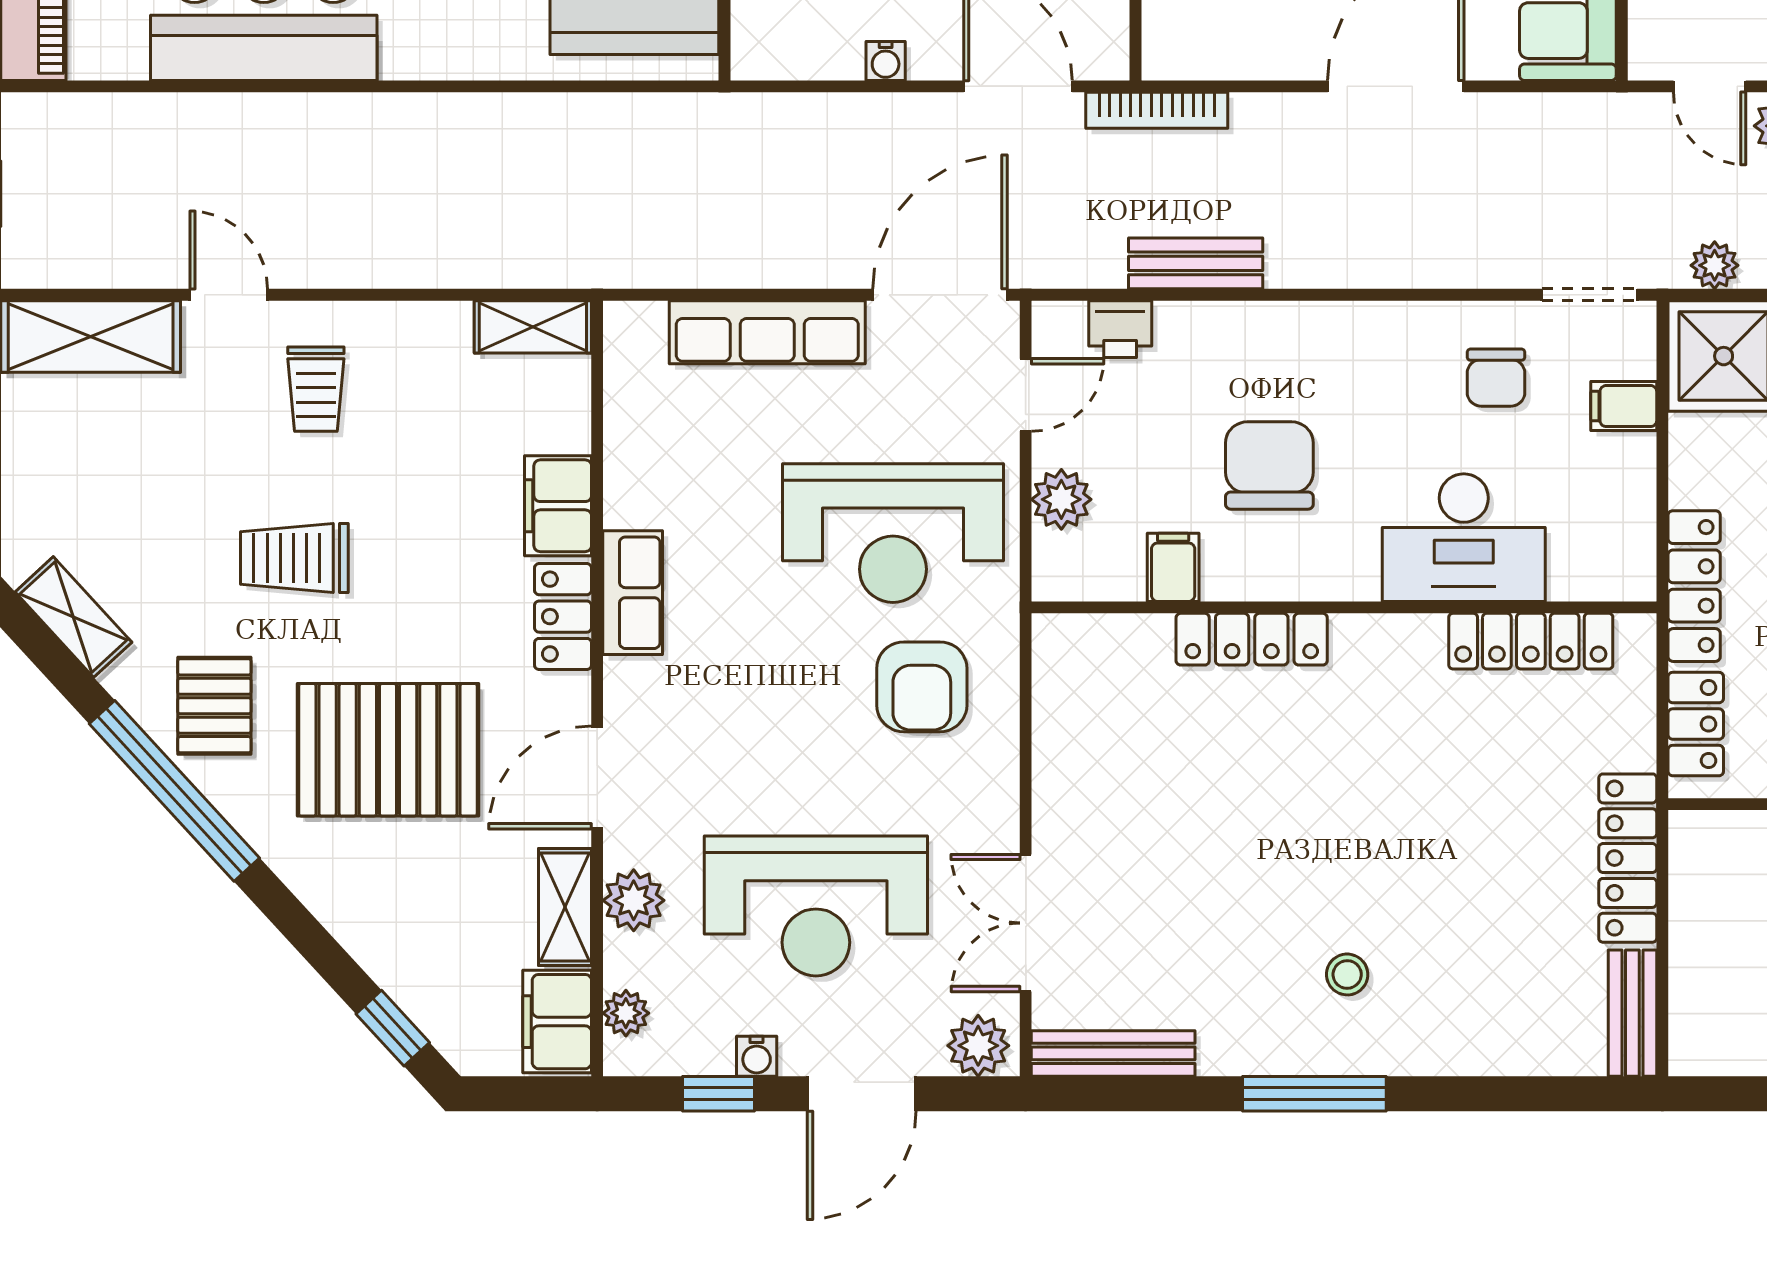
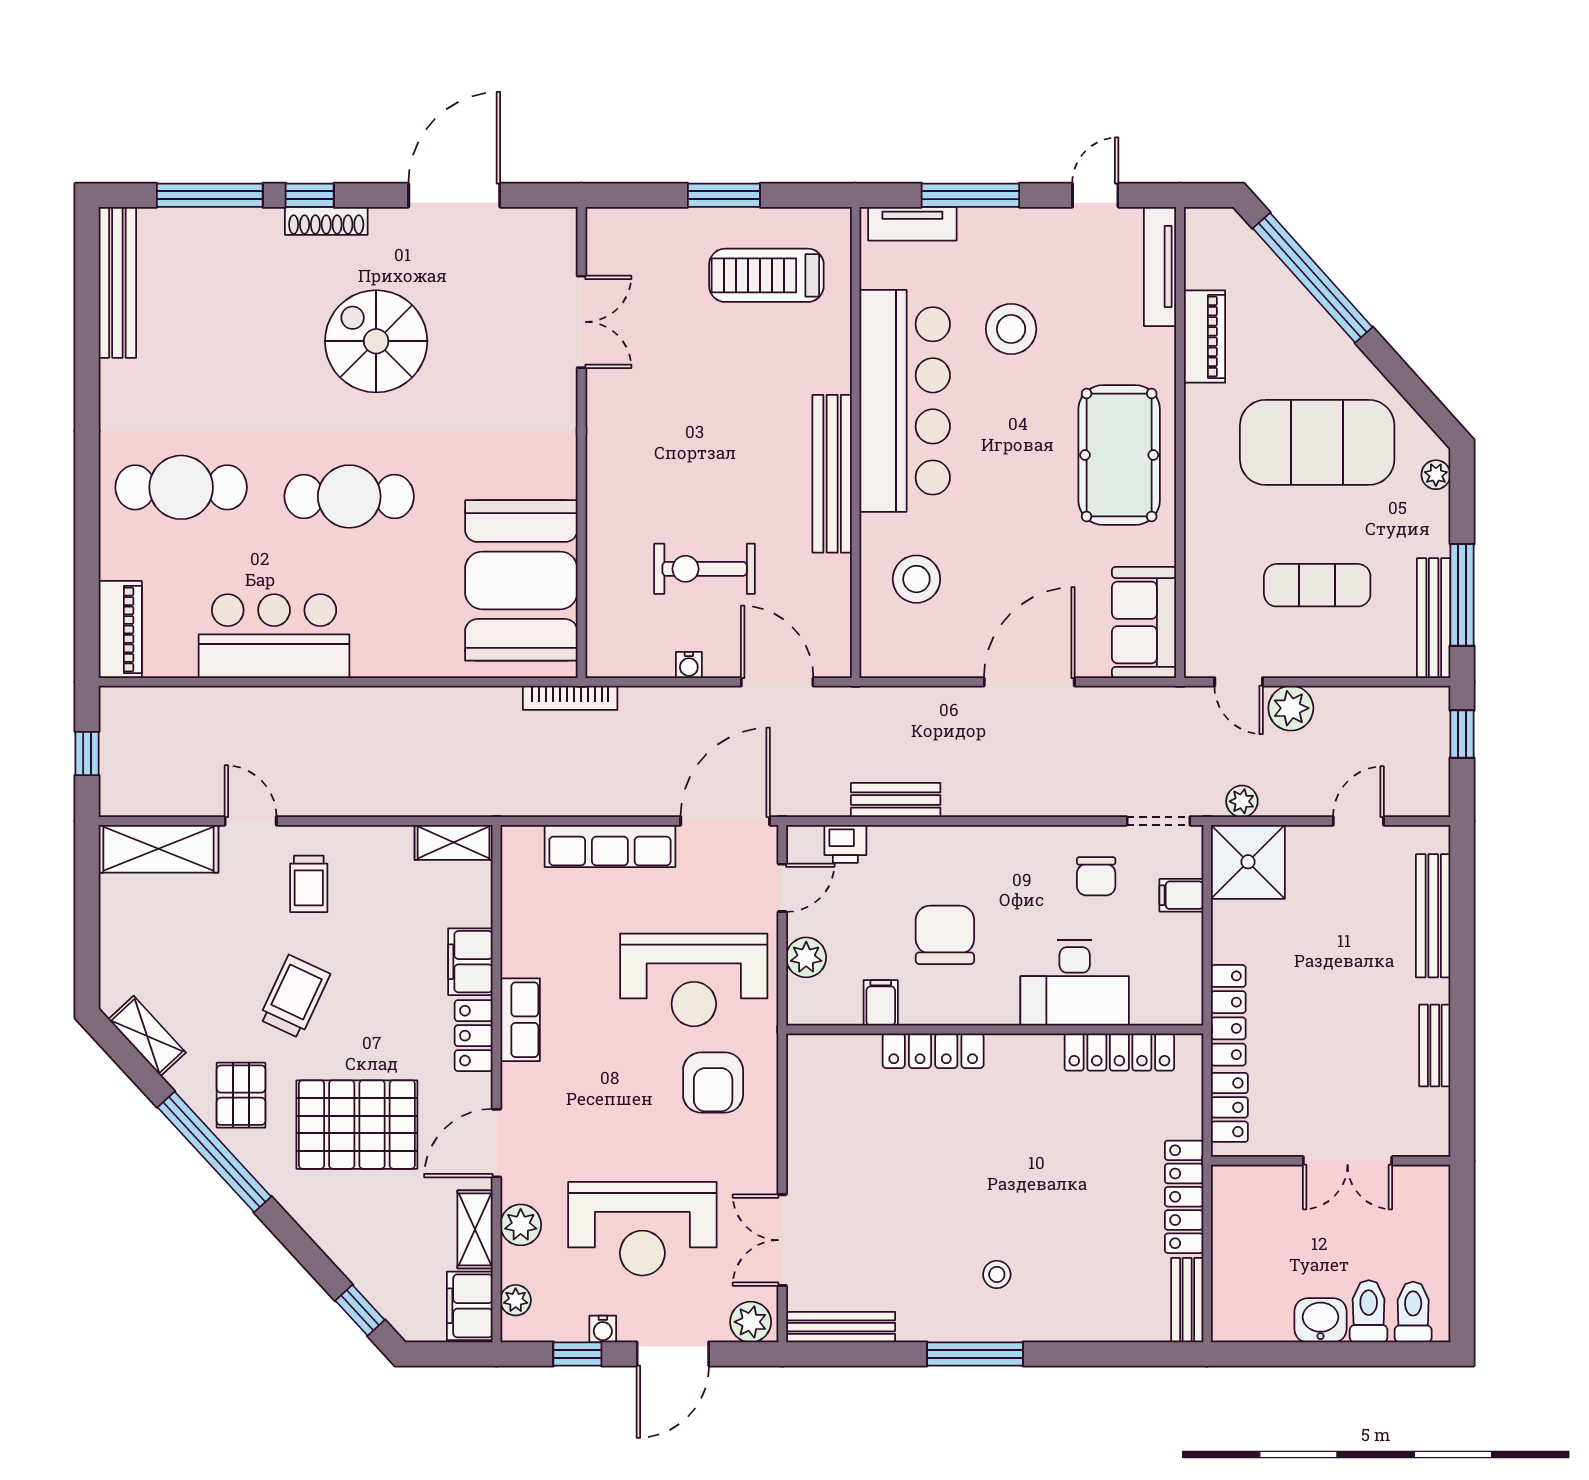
bookcase: (1157, 110) -> (570, 698), moved
trolley: (294, 558) -> (294, 997), turned 115

